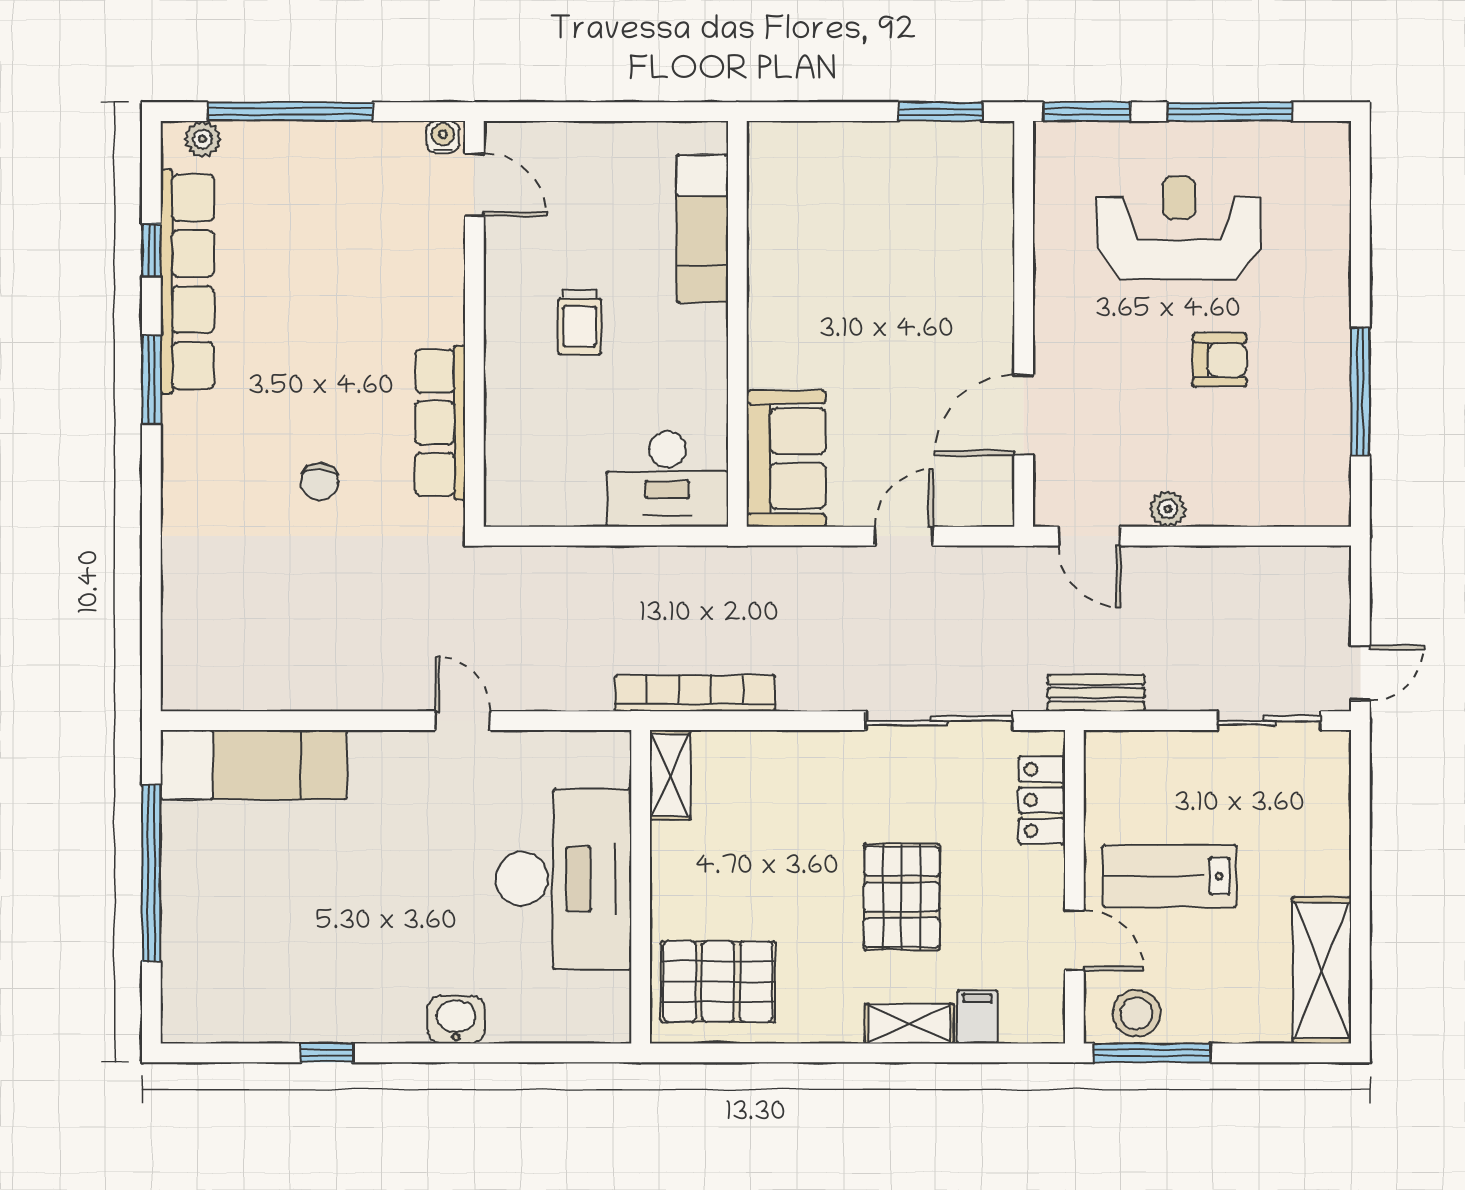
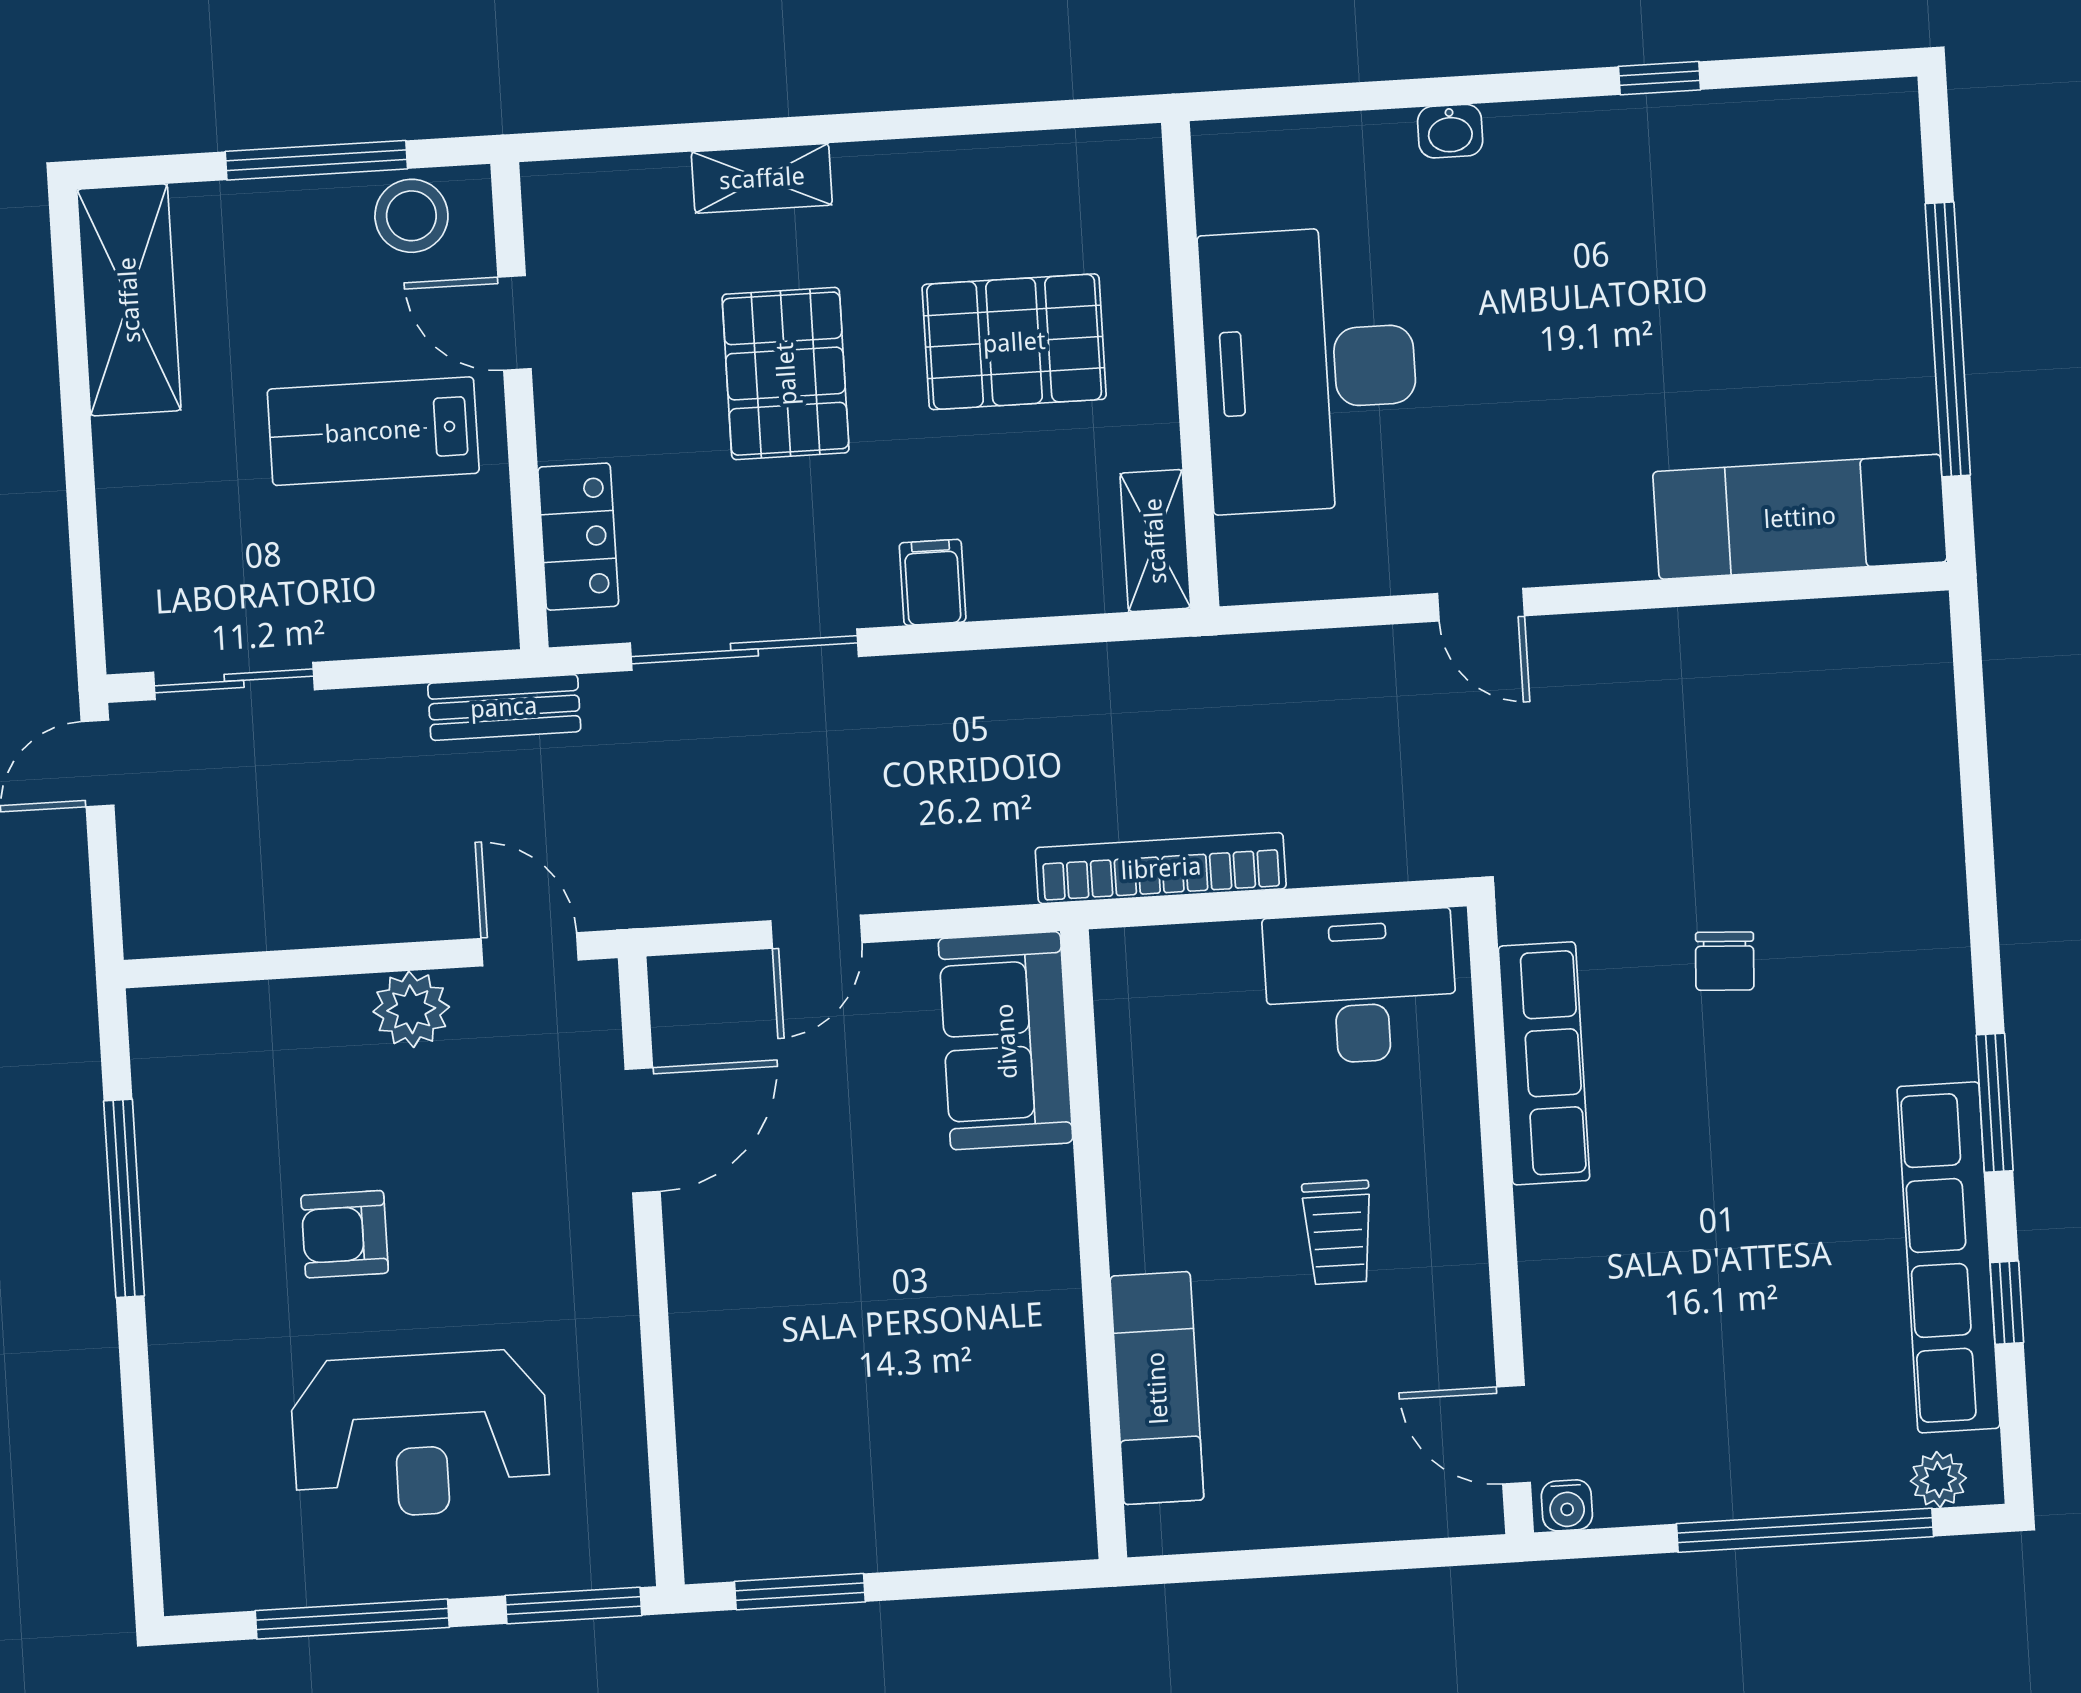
trolley: (580, 322) -> (1338, 1232), turned 180
desk: (667, 479) -> (1360, 987), moved
chair: (320, 481) -> (1725, 961), turned 180
plant: (1168, 509) -> (411, 1009), width x1.38, depth x1.38
bookcase: (695, 693) -> (1161, 868), moved, turned 180
lab bench: (1170, 876) -> (373, 431), turned 180
pallet: (718, 982) -> (1014, 342), moved
filing cabinet: (977, 1017) -> (933, 582), moved, turned 180
washbasin: (456, 1020) -> (1450, 131), width x0.72, depth x0.69
window: (1152, 1053) -> (316, 160), moved

